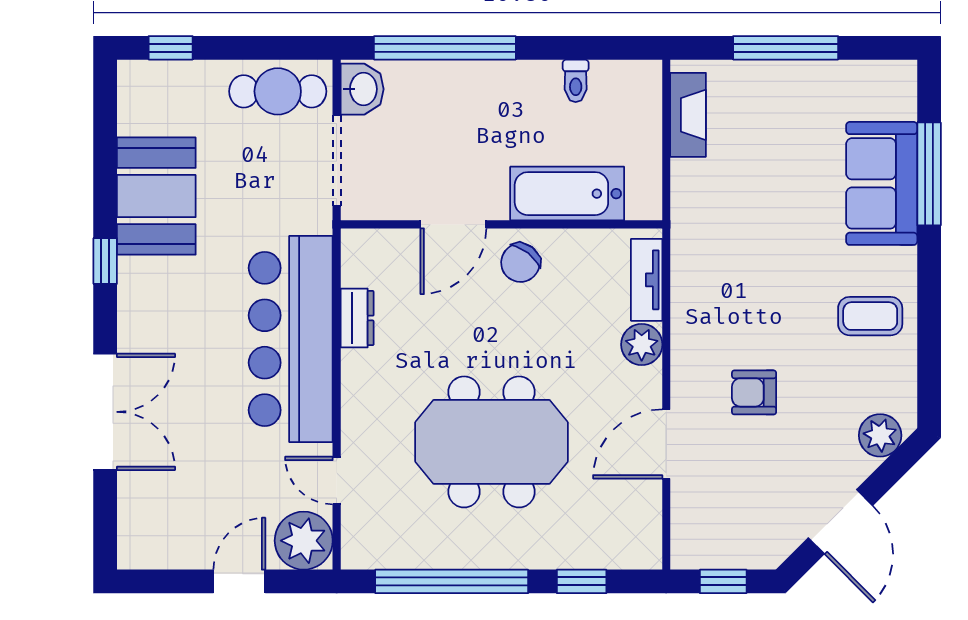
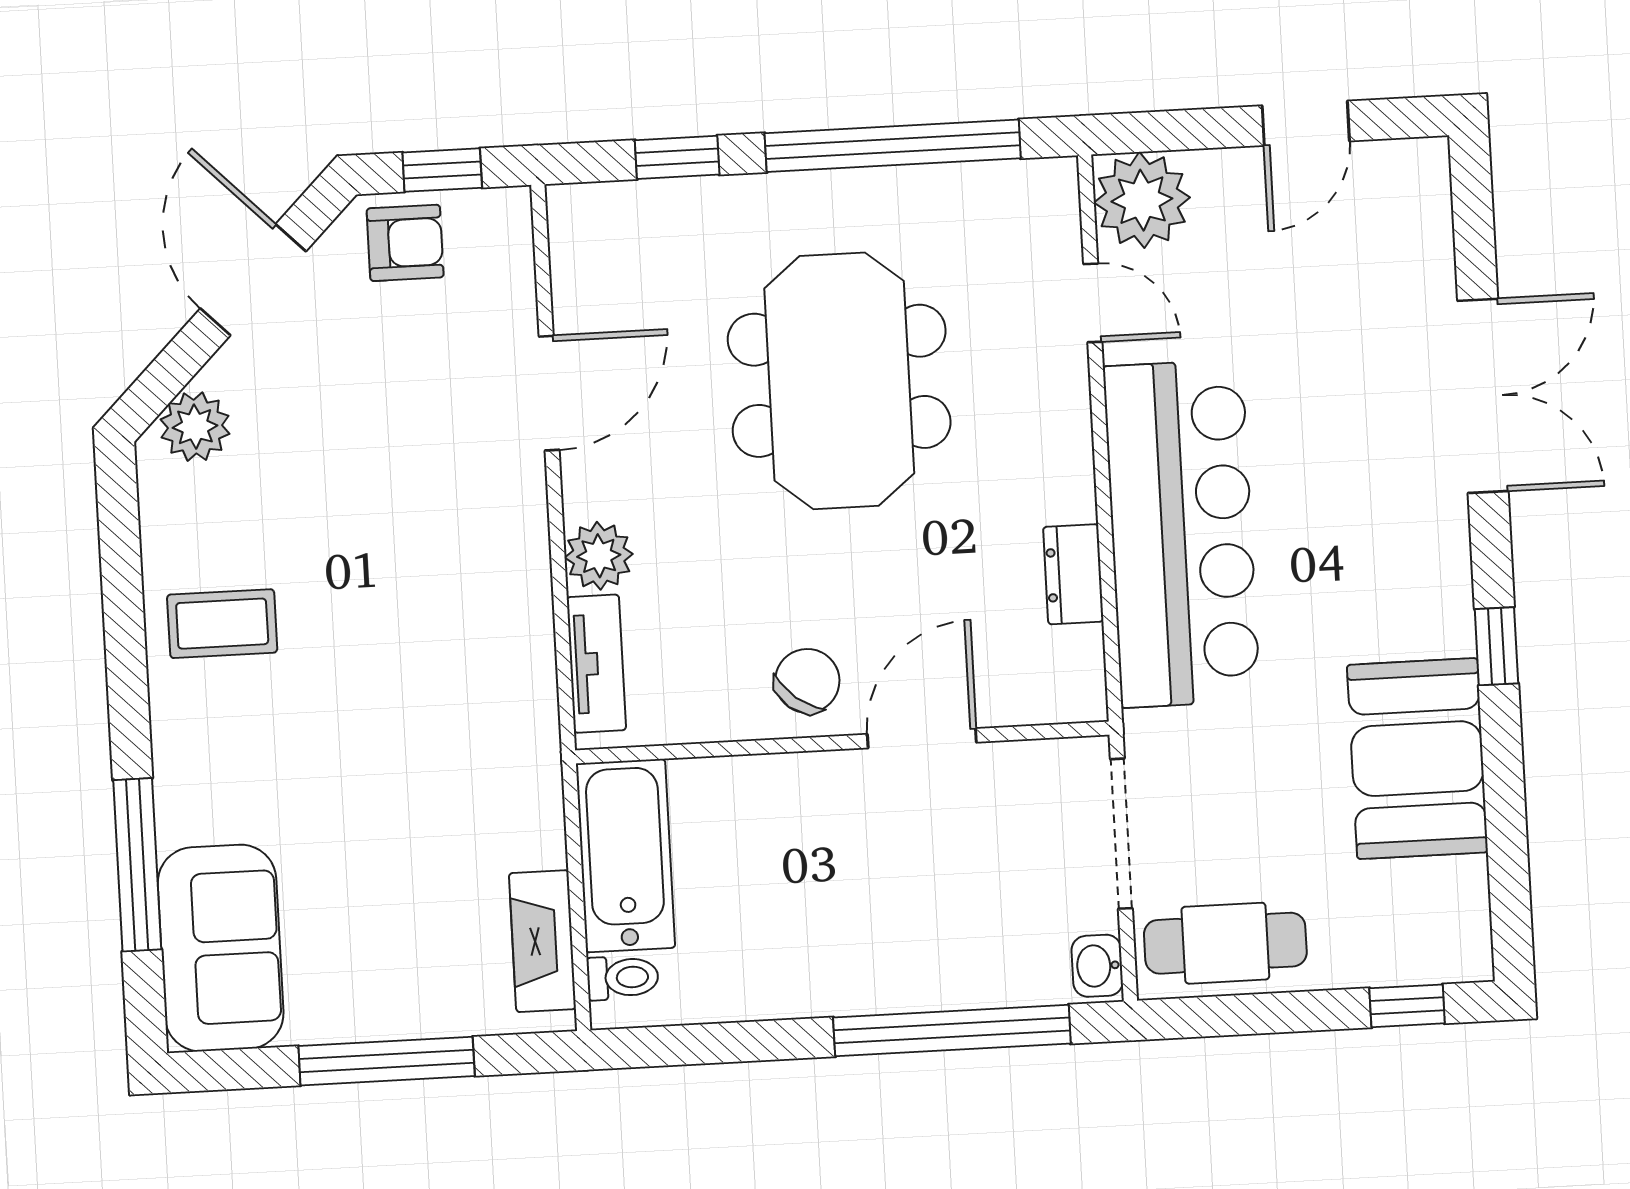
toilet: (576, 81) -> (623, 978), moved, turned 90
washbasin: (362, 89) -> (1097, 966), width x0.72, depth x0.69
sofa: (882, 183) -> (221, 948), moved
bathtub: (567, 194) -> (625, 856), moved, turned -90
armchair: (754, 392) -> (405, 243), moved
double door: (105, 412) -> (1483, 396), swing flipped
meeting table: (492, 442) -> (839, 381), turned 90
door: (239, 581) -> (1306, 123), moved

